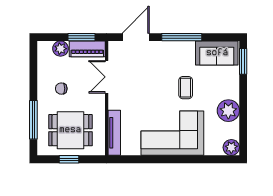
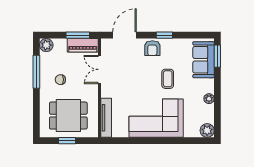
window: (182, 37) -> (164, 35), width x0.46
plant: (60, 49) -> (46, 45), moved
armchair: (168, 52) -> (152, 48), added
sofa: (217, 53) -> (204, 60), moved, turned 90
plant: (228, 111) -> (209, 99), width x0.53, depth x0.53
window: (33, 120) -> (36, 72), moved

